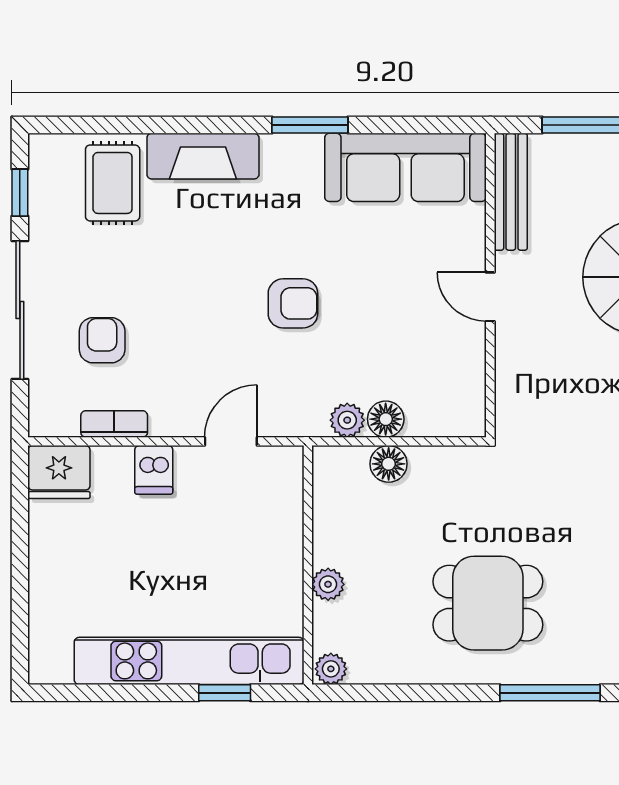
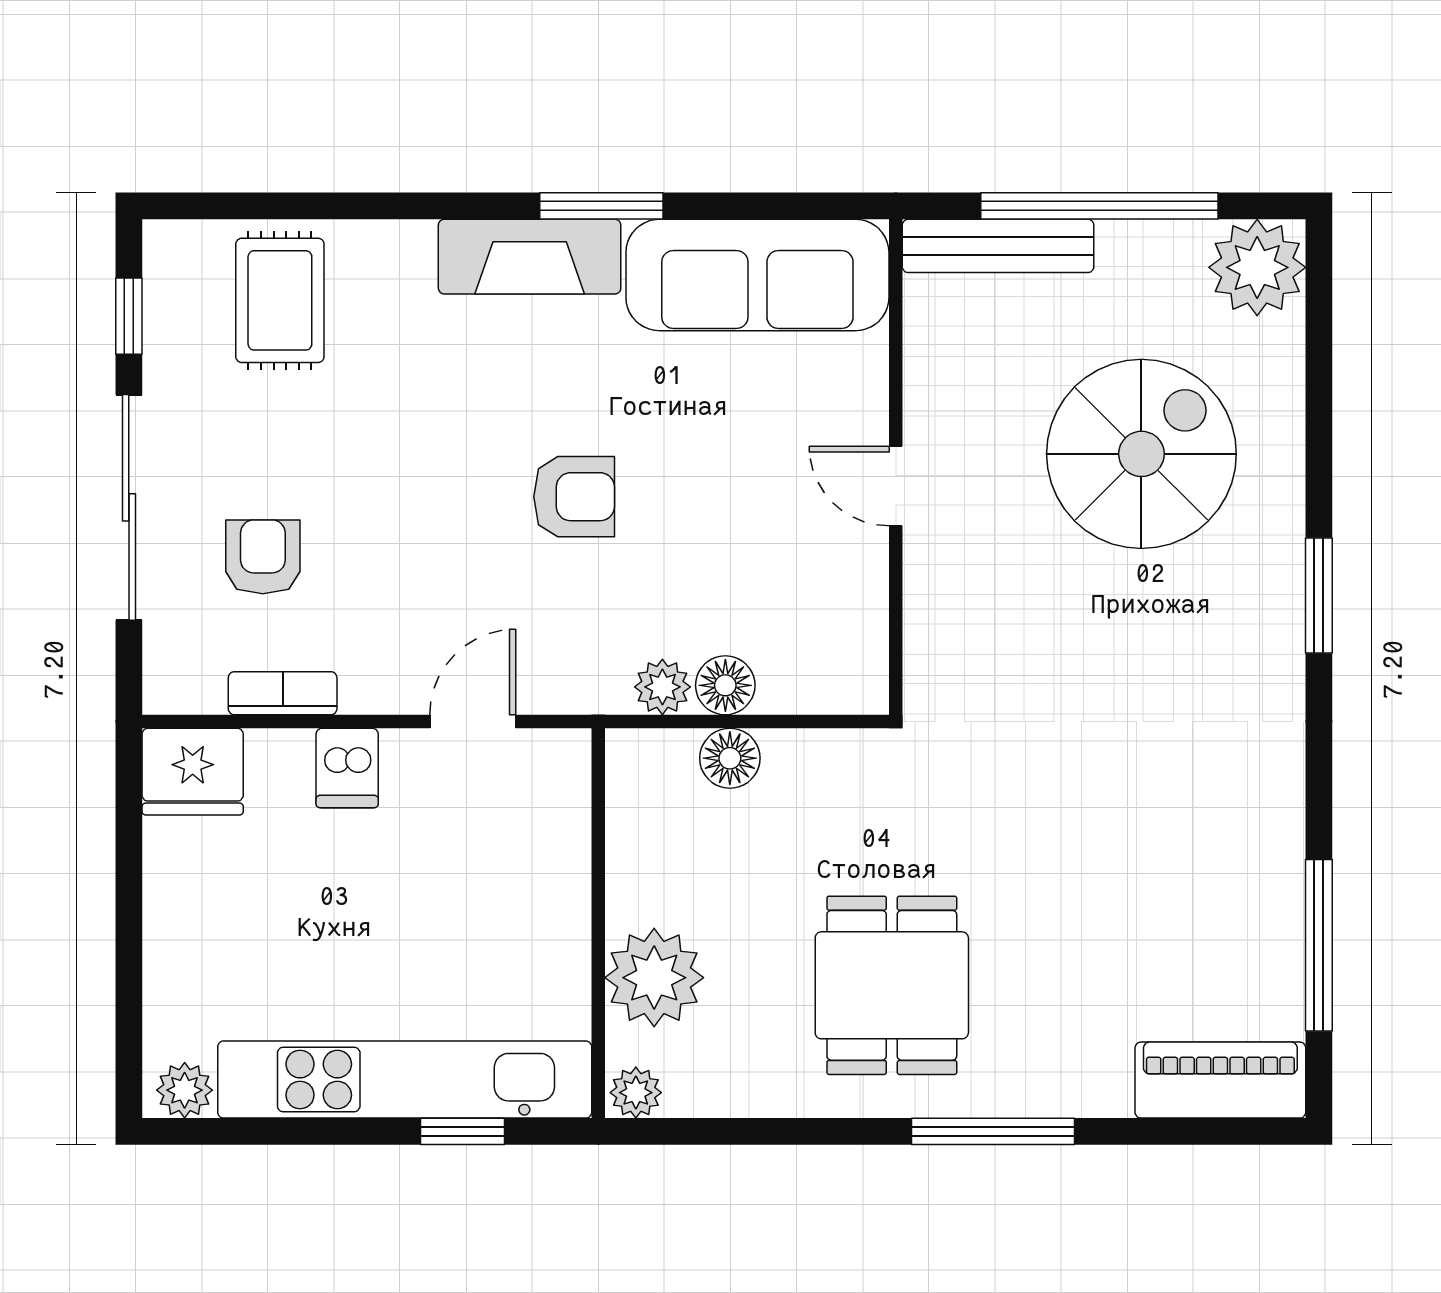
fireplace: (203, 156) -> (530, 257), moved
bench: (511, 192) -> (998, 246), moved, turned 90
plant: (328, 584) -> (654, 978), width x1.88, depth x1.88
dining table: (488, 603) -> (892, 985), turned 90
plant: (54, 667) -> (185, 1090), added

